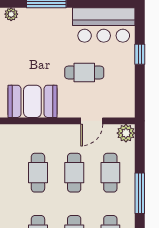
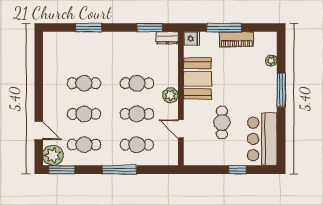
plant: (126, 133) -> (170, 95), moved

